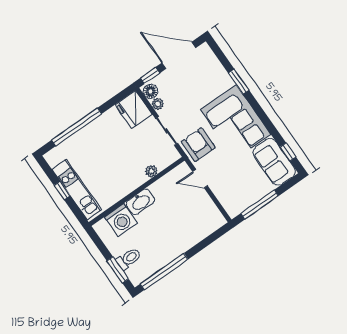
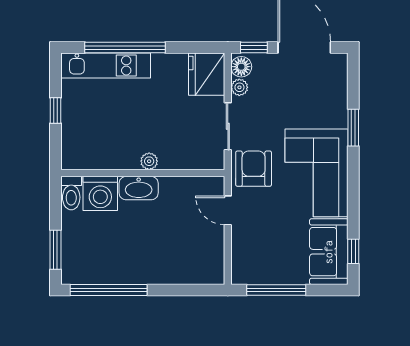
plant: (151, 171) -> (149, 161), moved
kitchen unit: (77, 189) -> (106, 65), moved, turned 90
toilet: (129, 259) -> (71, 193), moved, turned 90

